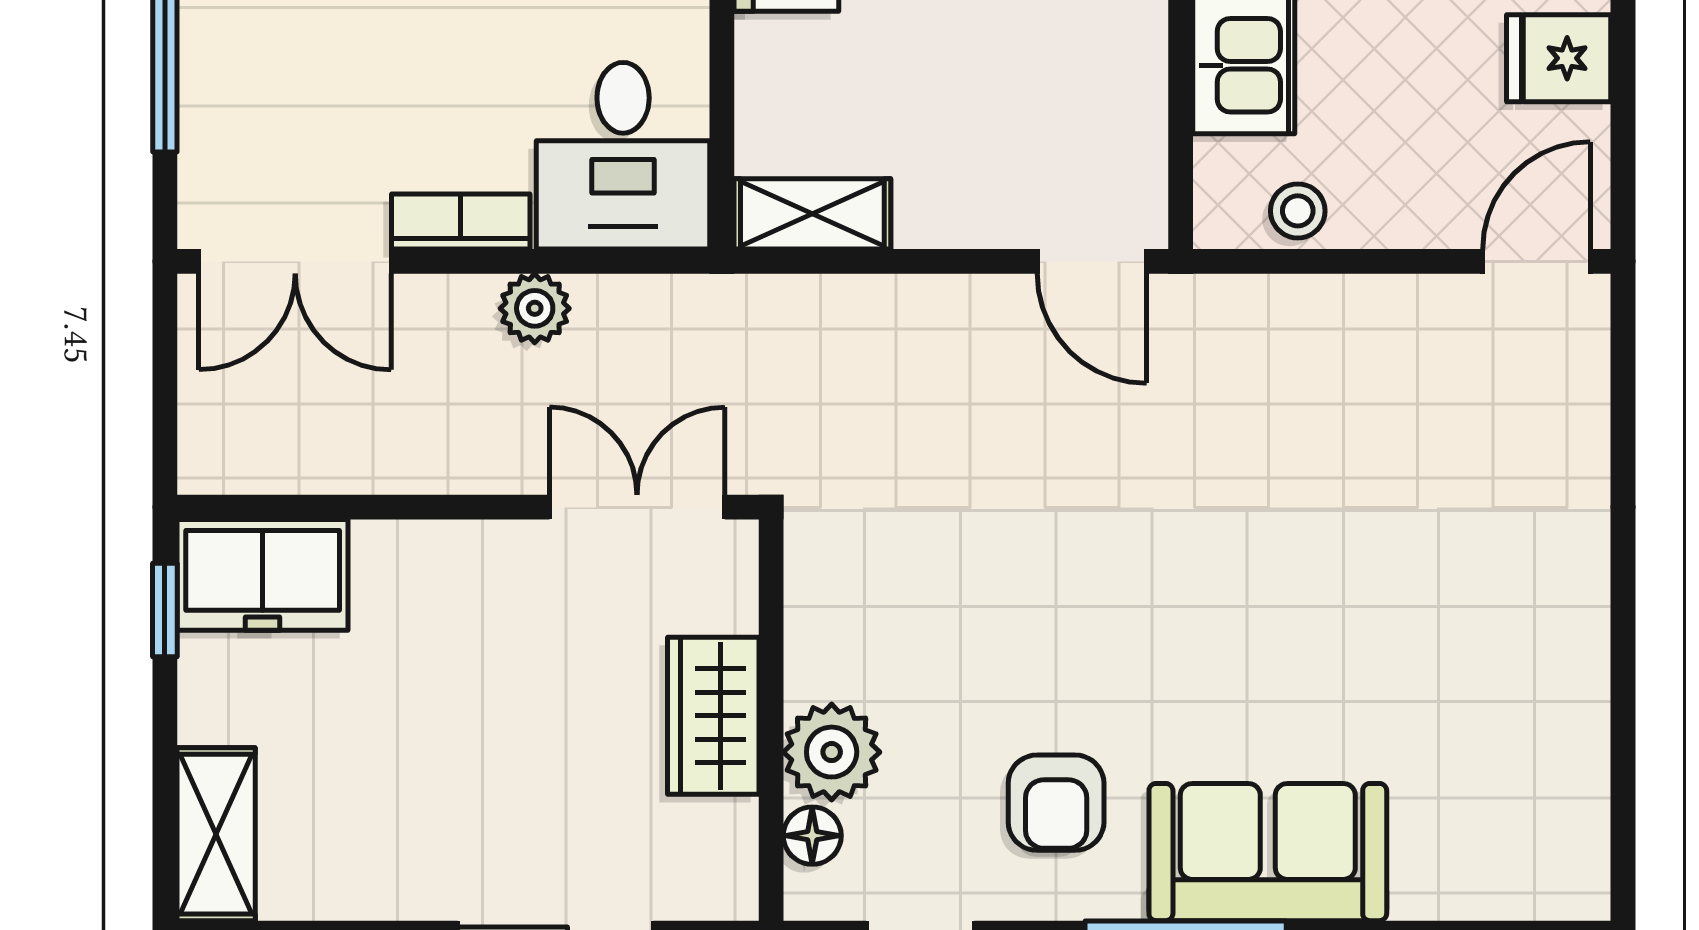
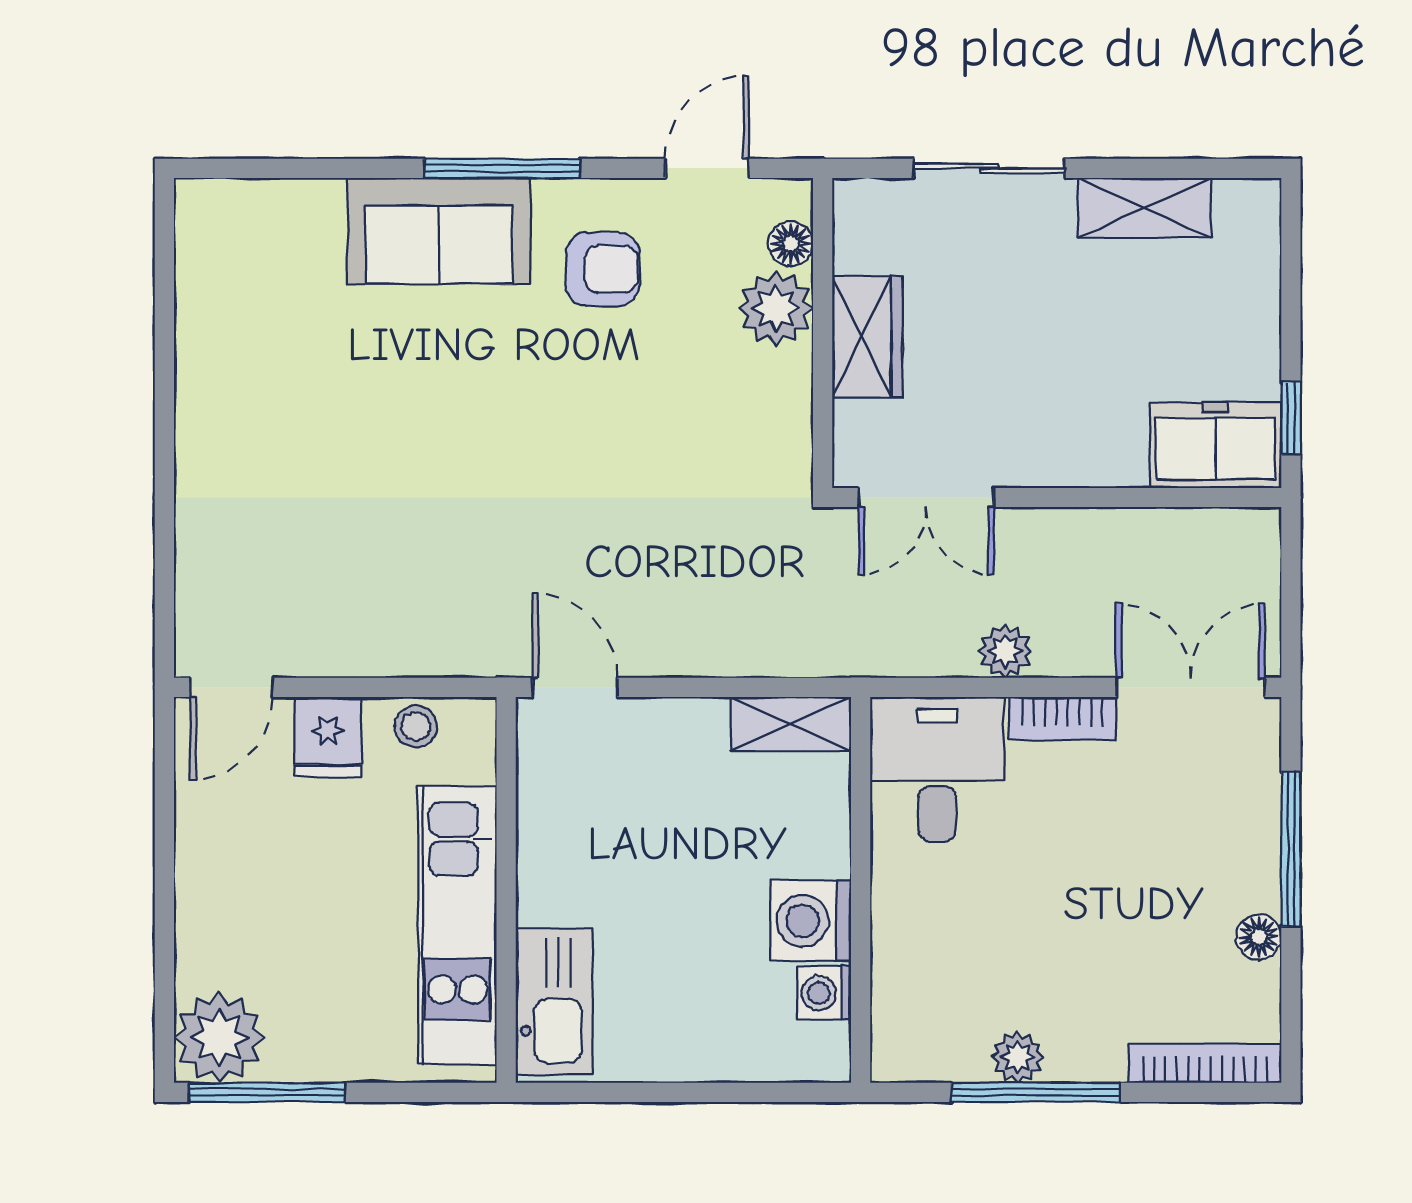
fridge: (1559, 58) -> (328, 737), moved, turned 90
armchair: (1056, 803) -> (602, 269), turned 90
shelving: (216, 834) -> (1145, 208), moved, turned 90

